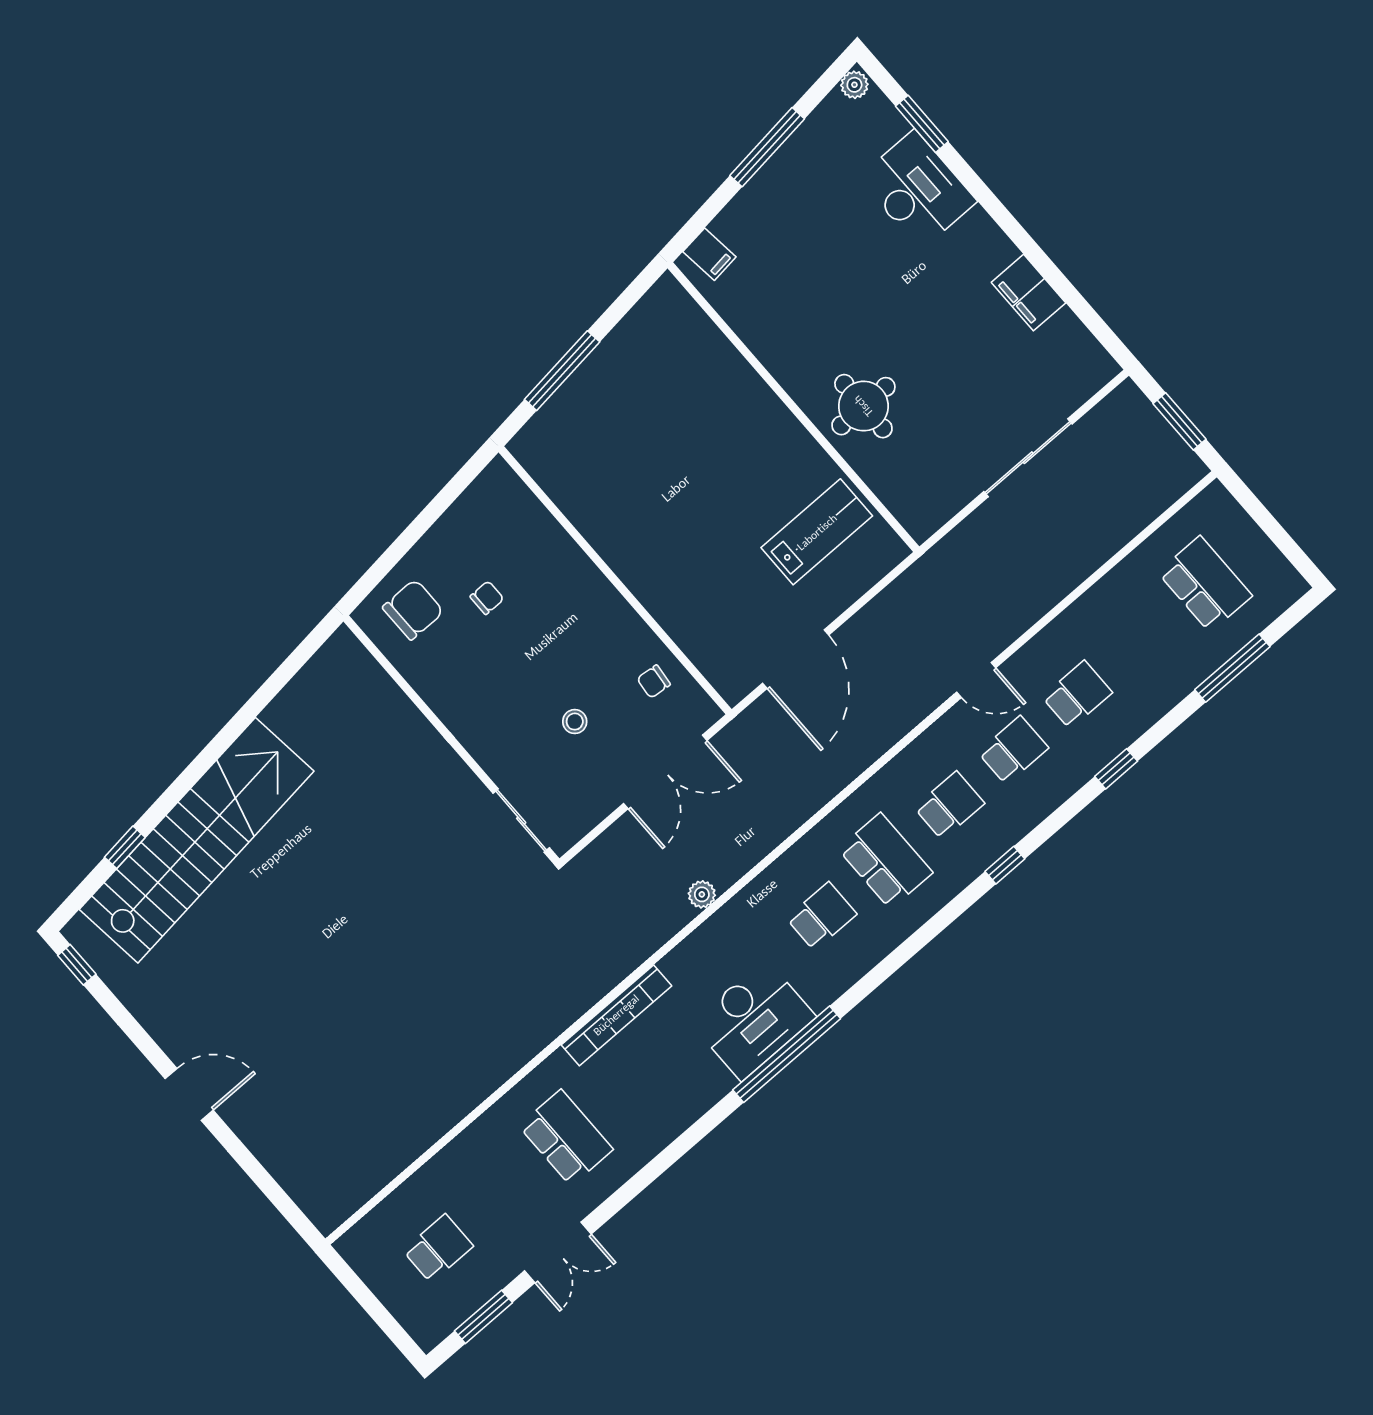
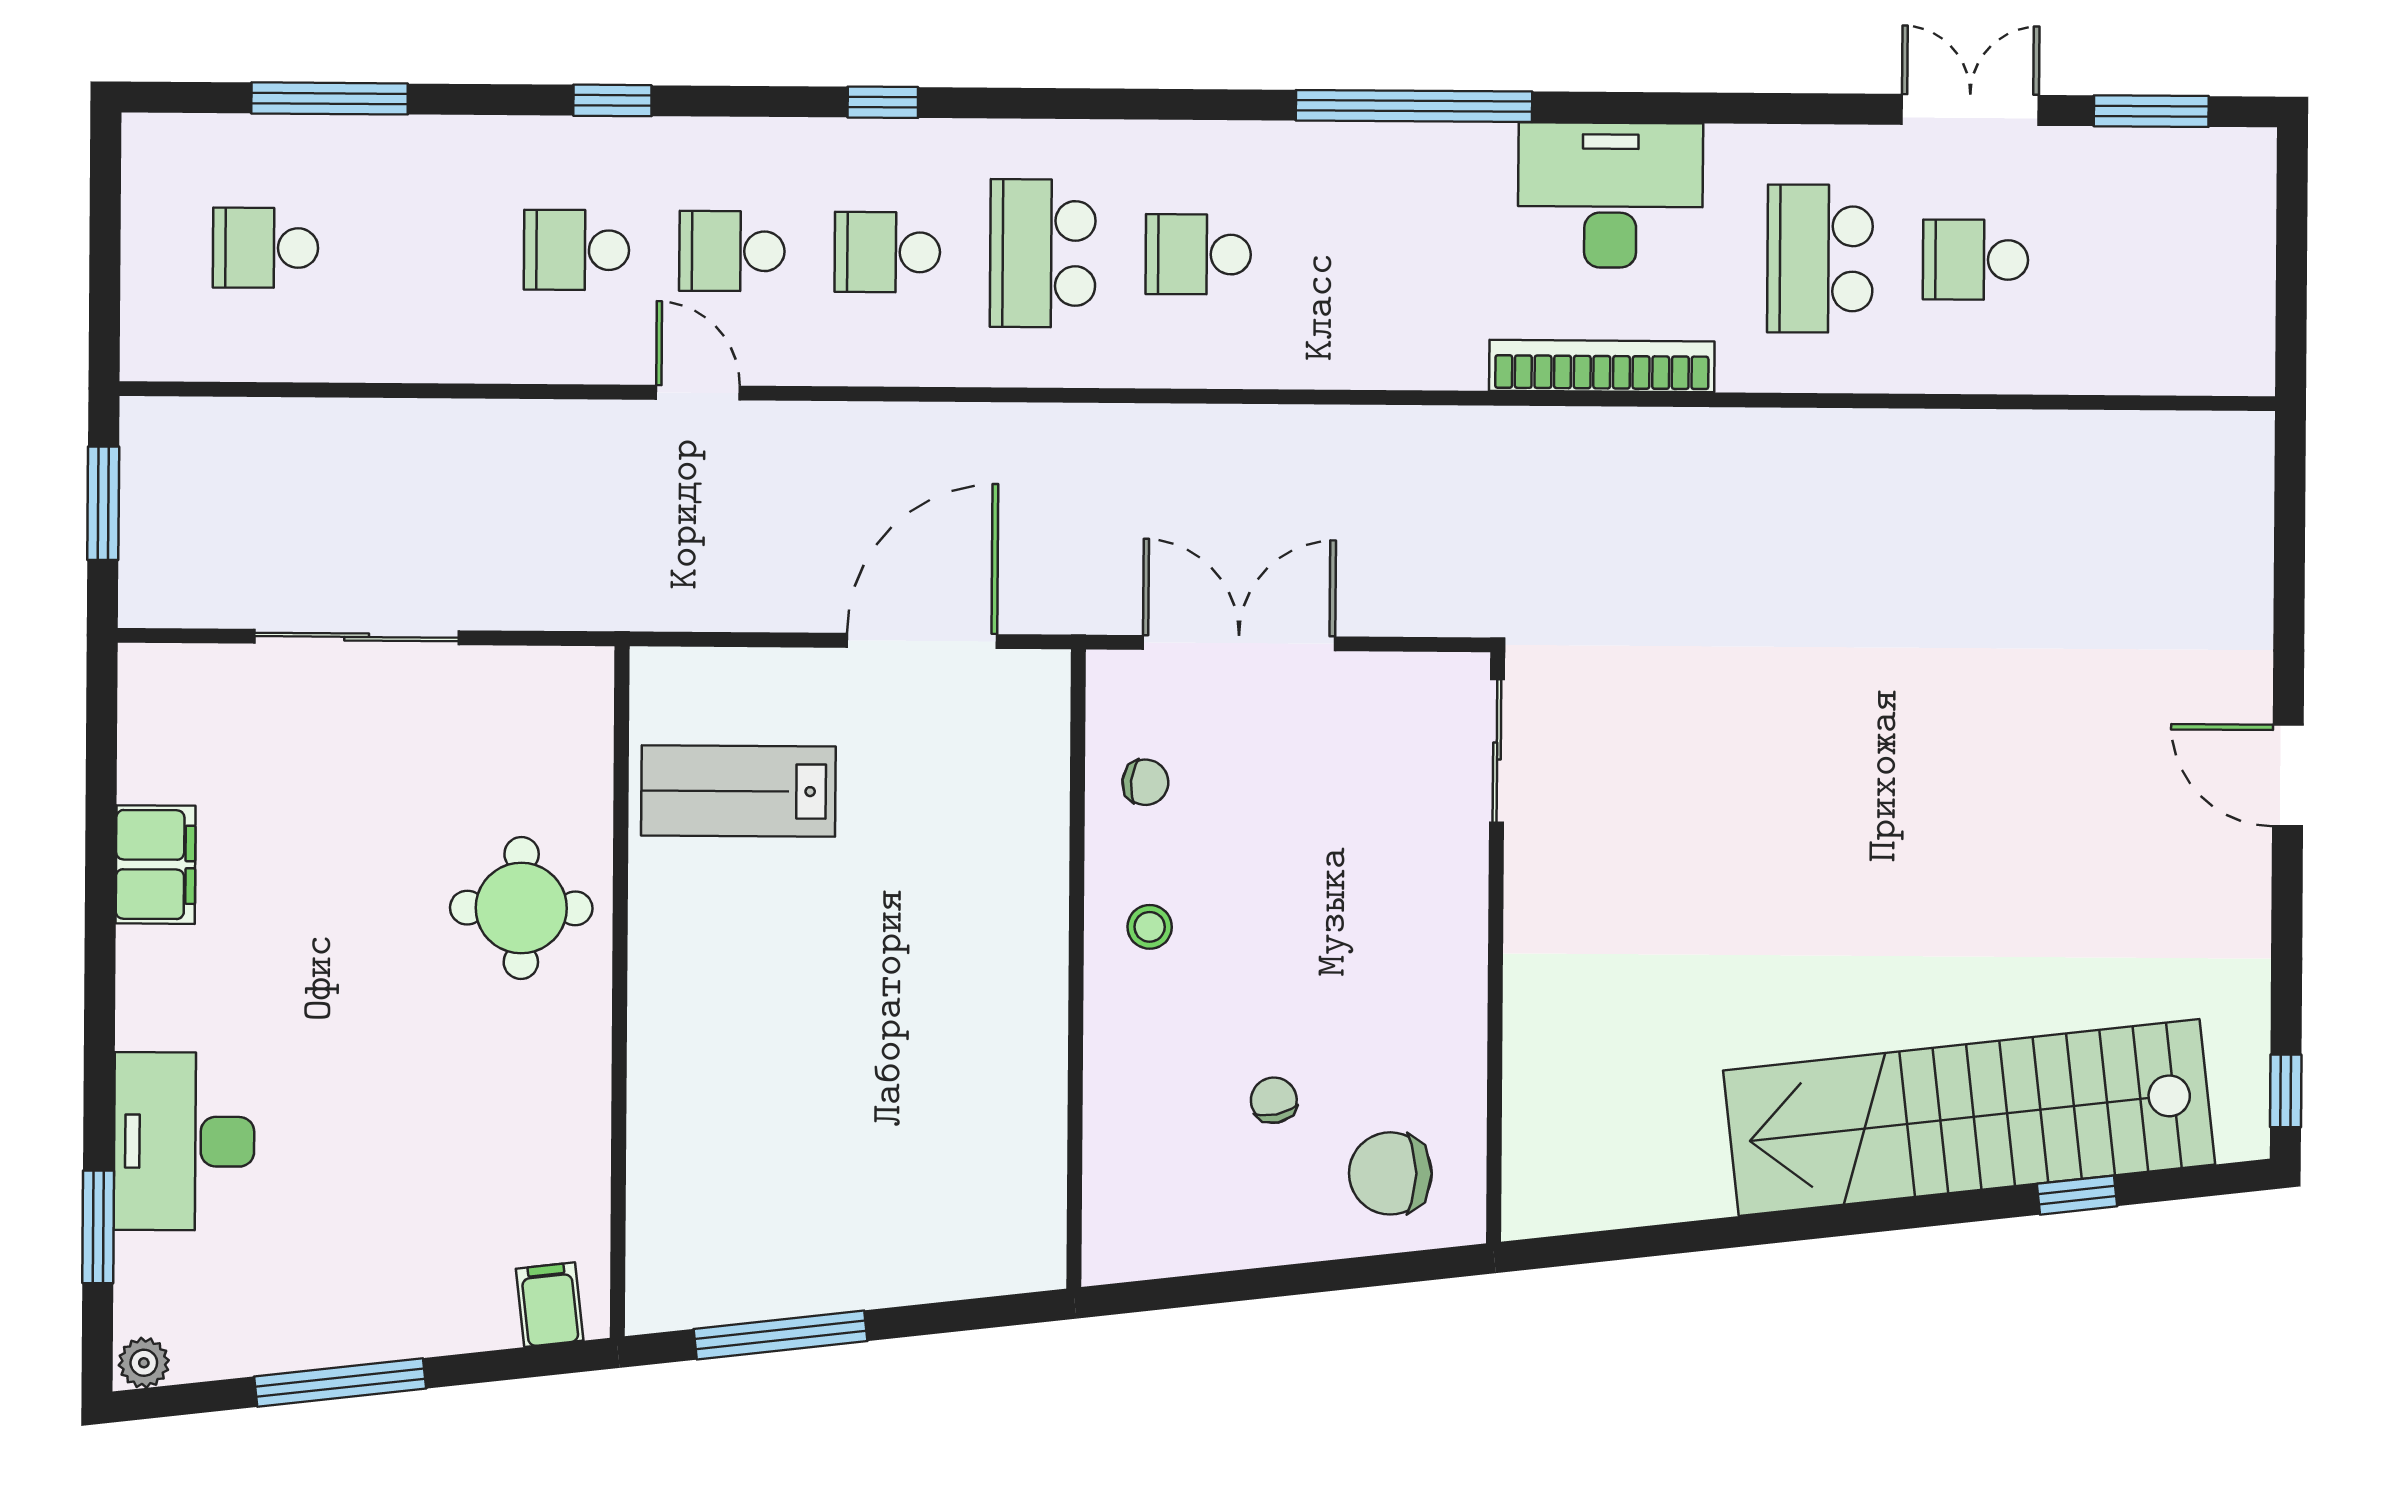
window: (562, 371) -> (780, 1335), moved
school desk: (1205, 584) -> (266, 248), width x0.54
chair: (487, 598) -> (1274, 1100), turned 78
stool: (575, 722) -> (1150, 927), moved
plant: (702, 894) -> (1337, 430), removed
desk: (753, 1020) -> (1610, 195), moved
school desk: (438, 1248) -> (1976, 260), moved

